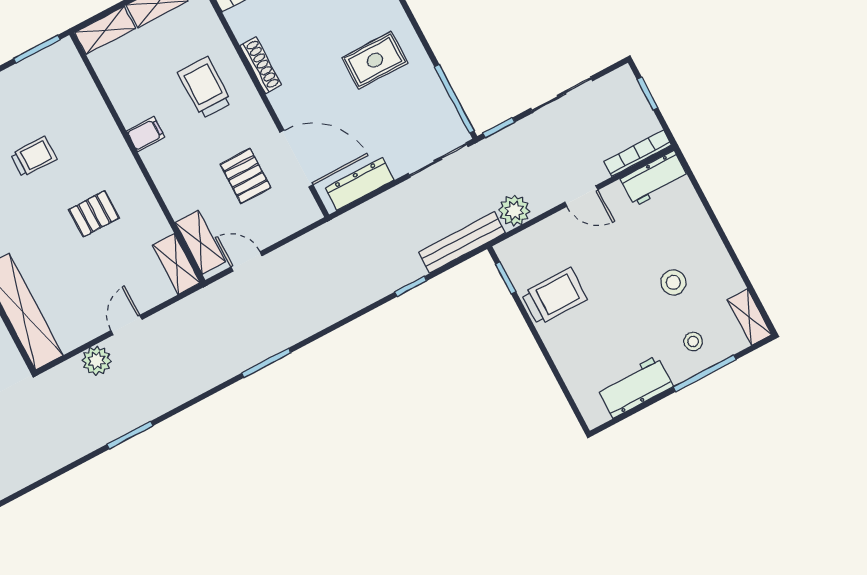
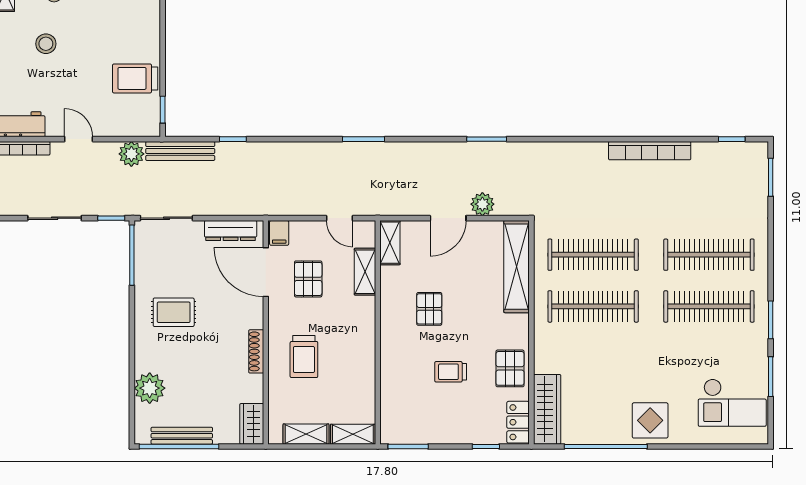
filing cabinet: (146, 134) -> (279, 233), moved, turned -90
pallet: (94, 214) -> (429, 309), turned 90
shelving: (200, 242) -> (365, 272), moved
door: (126, 325) -> (448, 218), width x1.37

